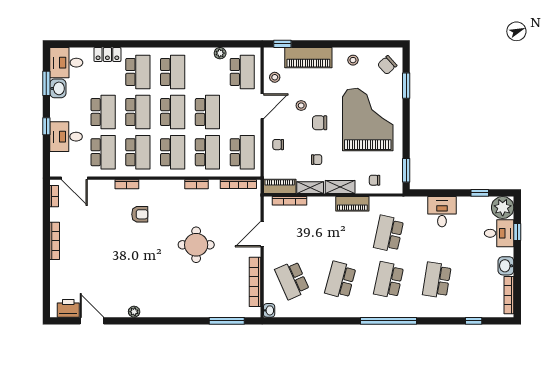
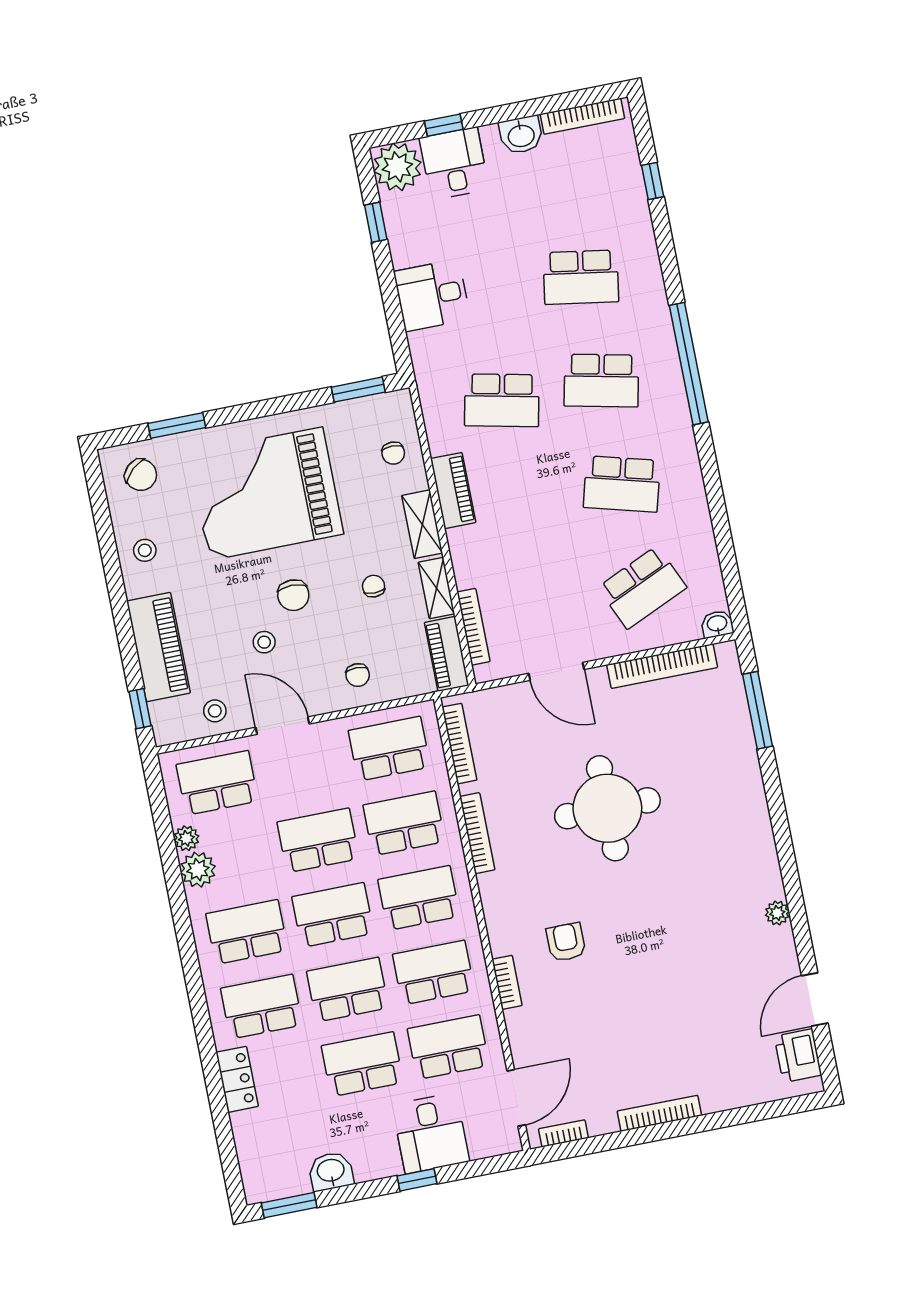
plant: (205, 56) -> (198, 870), added
desk: (66, 63) -> (272, 1164), removed
window: (46, 83) -> (289, 1205), moved
bookcase: (197, 184) -> (477, 833), width x1.56
round table: (196, 245) -> (607, 808), width x1.36, depth x1.36

